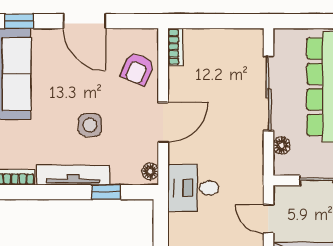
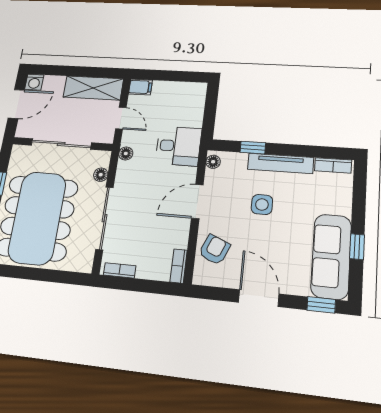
bookcase: (241, 35) -> (120, 270), added
floor lamp: (255, 174) -> (126, 153), added

